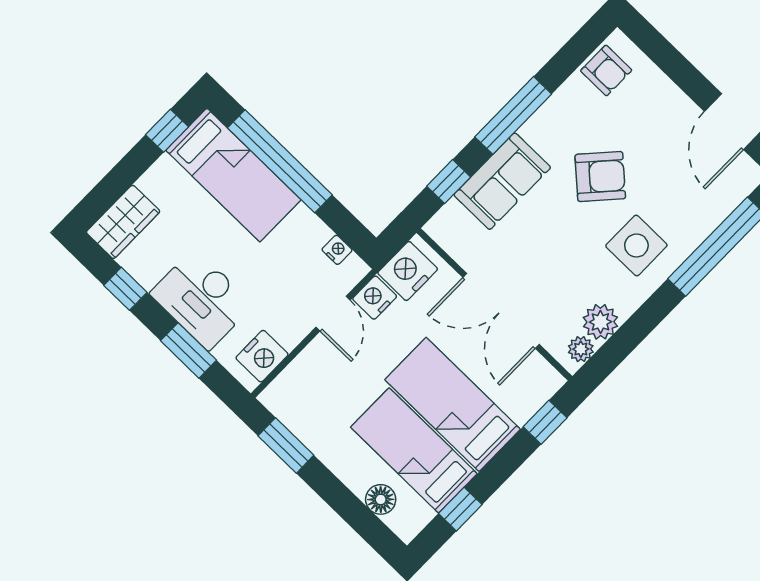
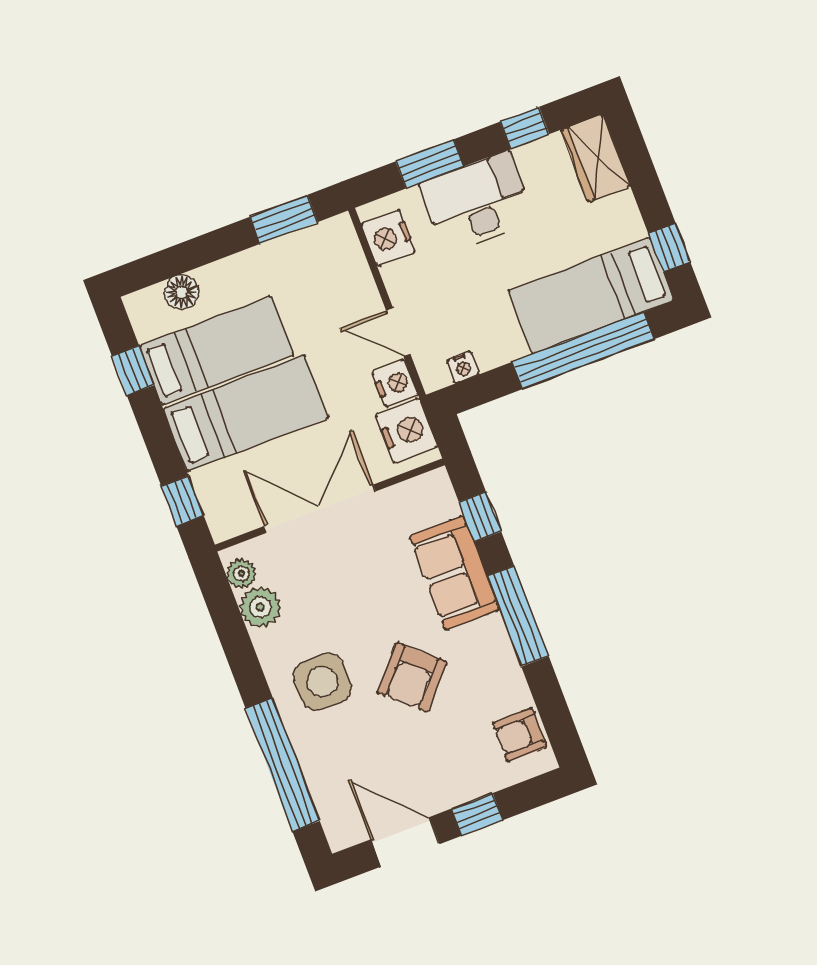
window: (685, 75) -> (477, 814), added

